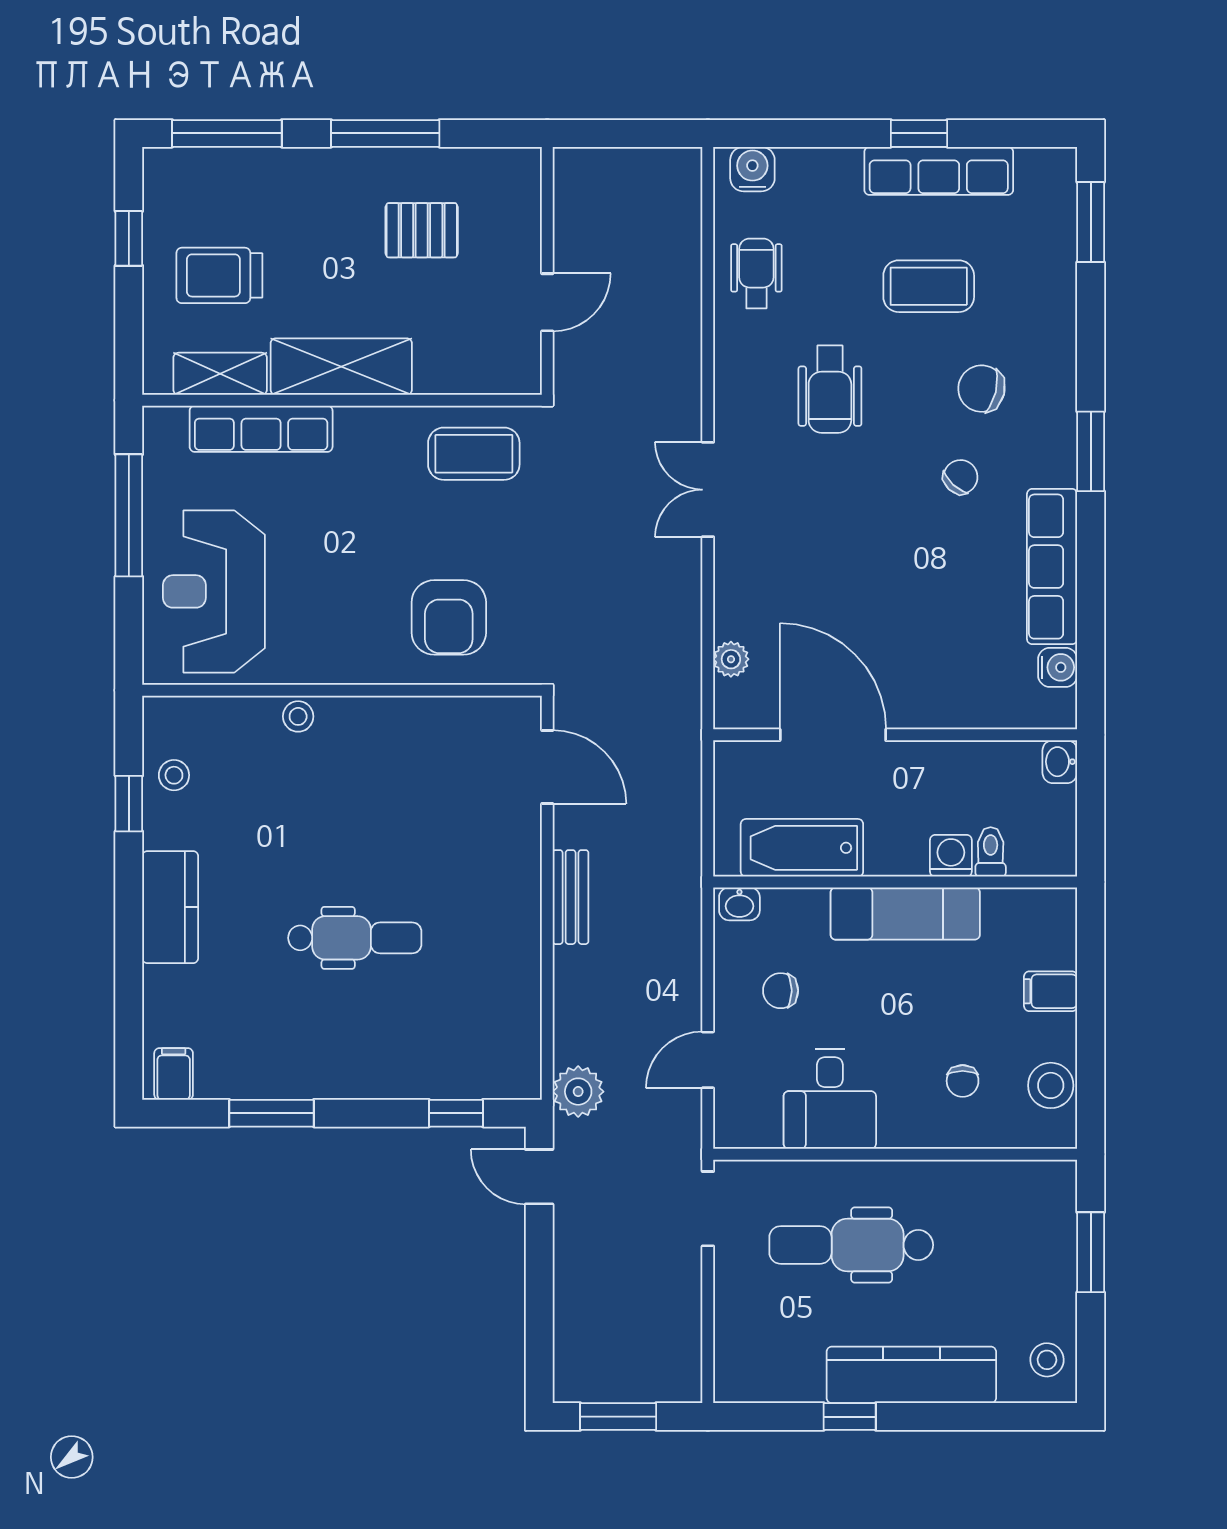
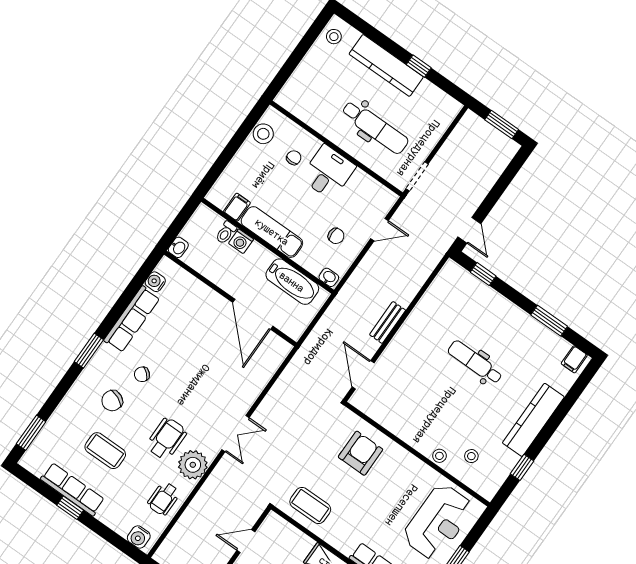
chair: (981, 389) -> (112, 401), turned 100
plant: (731, 659) -> (193, 465), moved, width x1.87, depth x1.87
stool: (174, 775) -> (471, 456), moved
kitchen counter: (170, 907) -> (533, 420), width x1.50
filing cabinet: (1051, 991) -> (237, 207), moved, turned -90
plant: (578, 1092) -> (434, 251), removed
desk: (830, 1099) -> (328, 172), moved
window: (1091, 1252) -> (291, 64), removed

